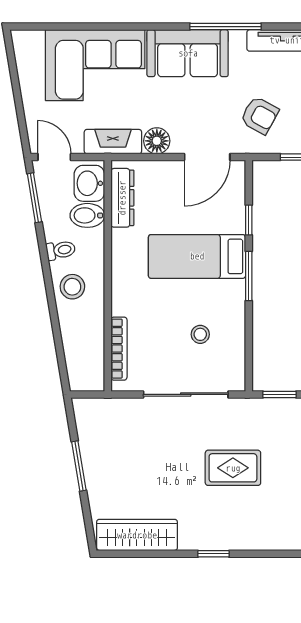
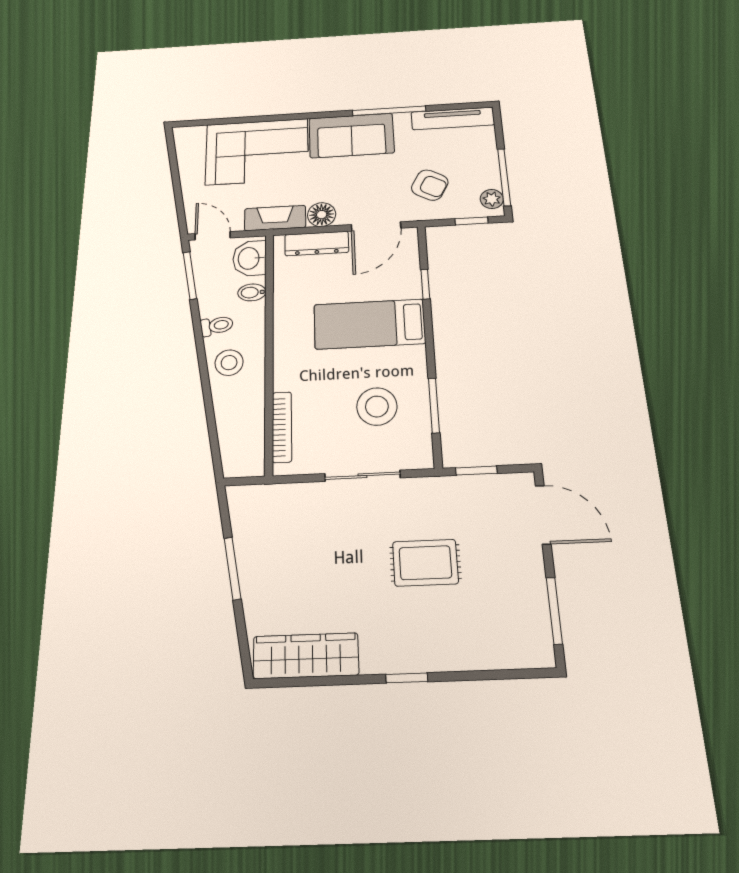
dresser: (122, 198) -> (317, 243), moved, turned 90
bidet: (87, 215) -> (252, 292), width x0.72, depth x0.74
window: (249, 276) -> (434, 405), moved
stool: (200, 334) -> (377, 406), width x1.89, depth x1.89
sliding door: (186, 394) -> (362, 476), width x0.73

